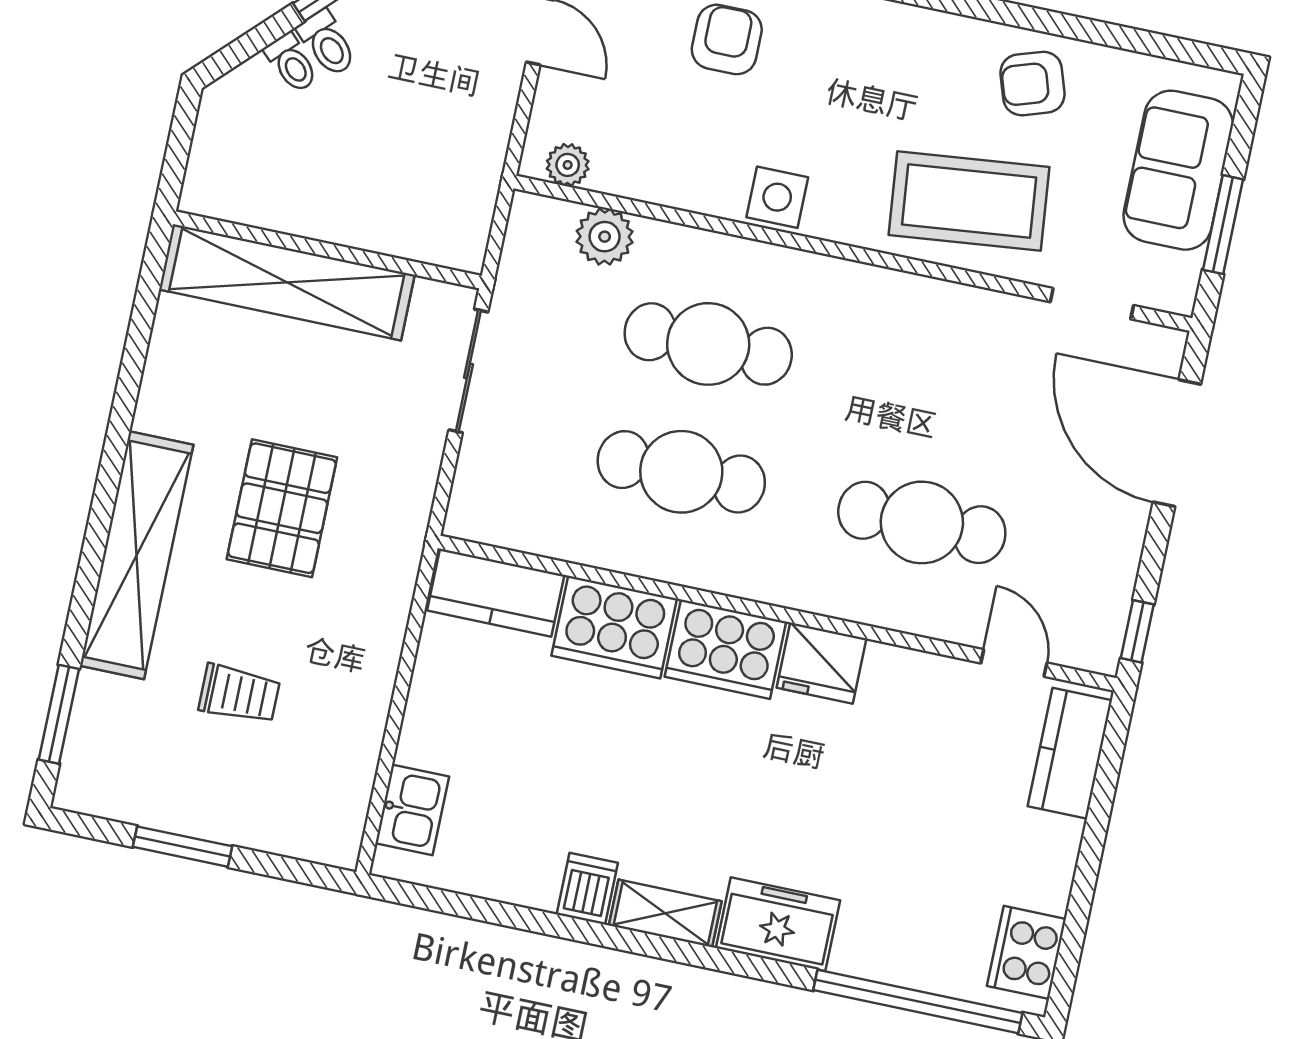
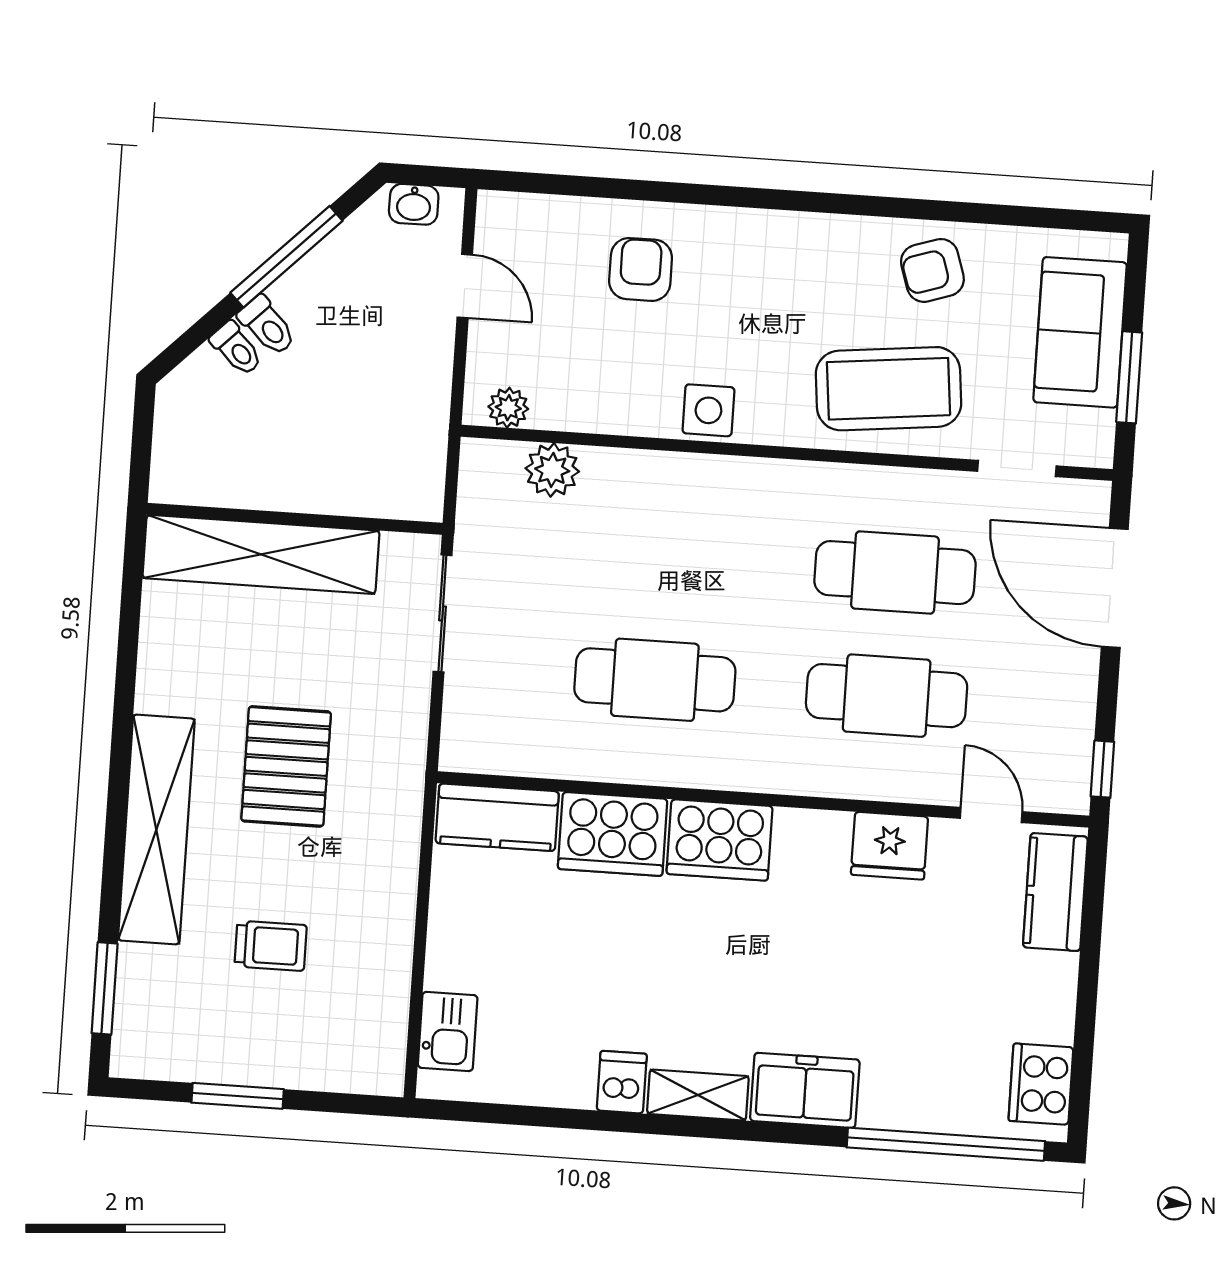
cafe table: (708, 344) -> (895, 573), moved
fridge: (821, 663) -> (890, 846), moved

